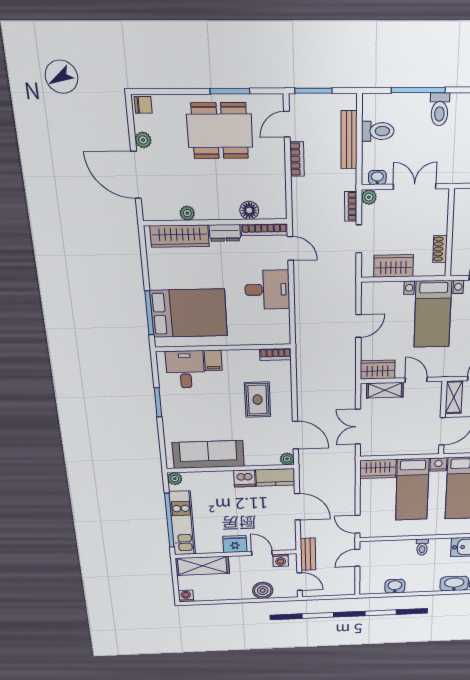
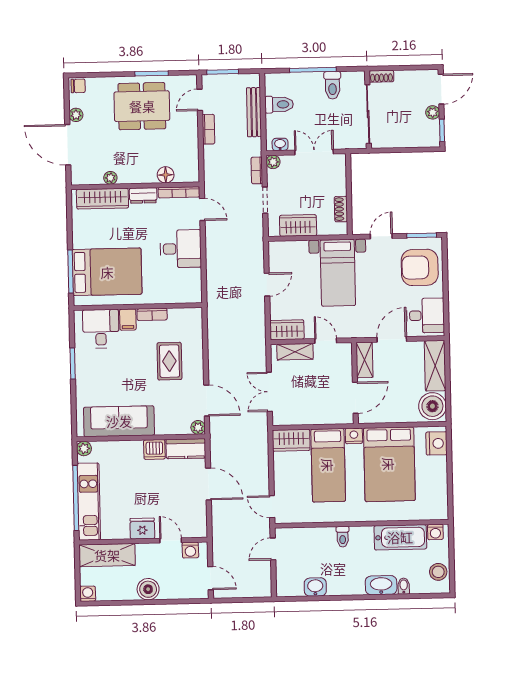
bookcase: (275, 354) -> (152, 314), moved
bench: (308, 554) -> (220, 543), removed
boiler: (263, 590) -> (148, 589), moved

